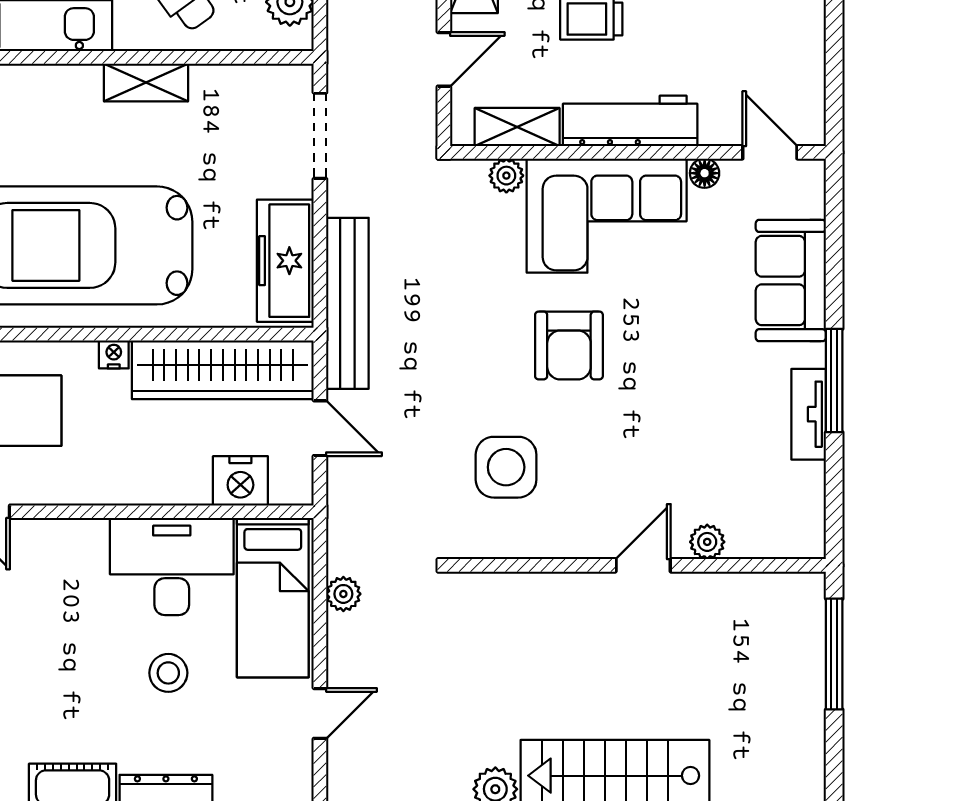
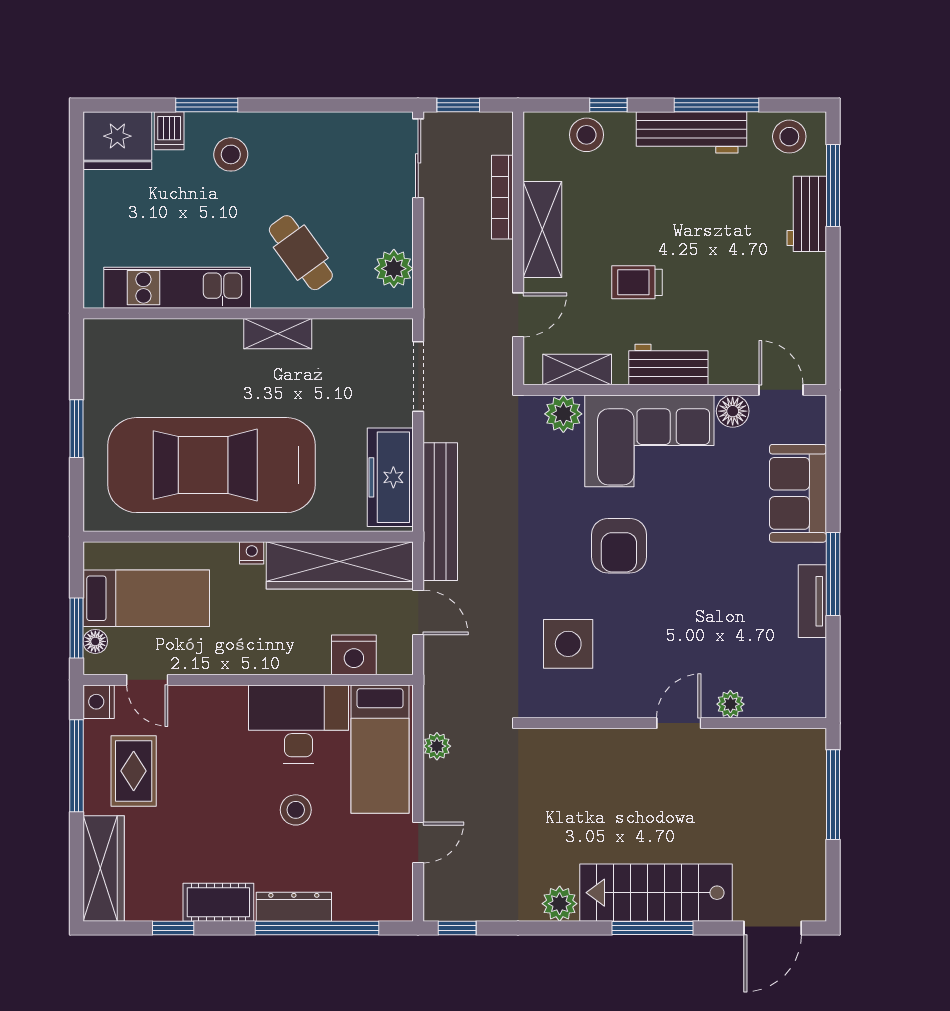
workbench: (630, 121) -> (668, 365), width x0.73
floor lamp: (705, 173) -> (733, 411), width x1.37, depth x1.37
plant: (506, 176) -> (563, 414), width x1.38, depth x1.38

